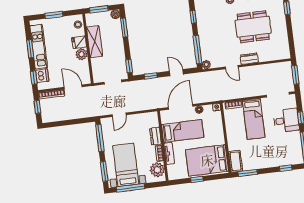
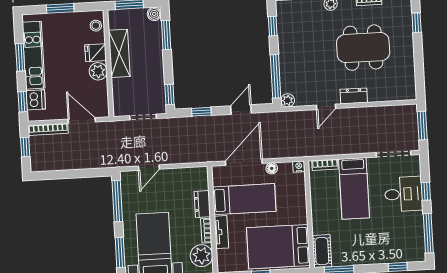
door: (232, 67) -> (326, 107), hinge flipped
door: (176, 73) -> (241, 110), hinge flipped

